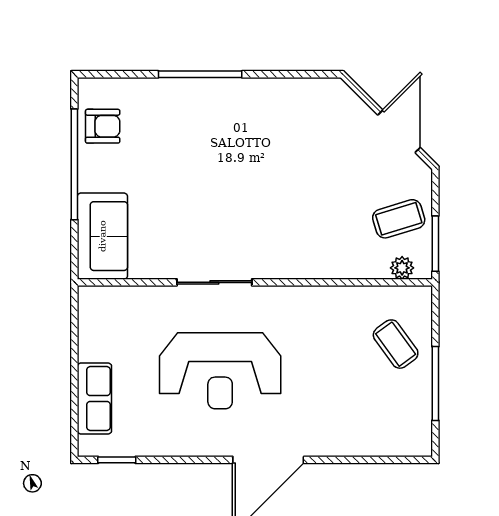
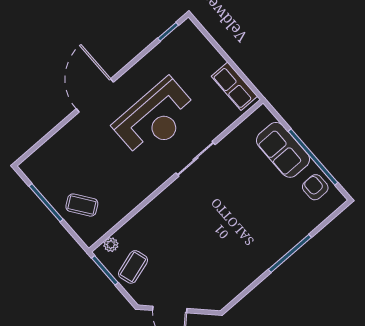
armchair: (103, 126) -> (315, 187), turned 90
sofa: (102, 236) -> (283, 150), moved
reception desk: (220, 371) -> (156, 118), turned 180
row of seats: (94, 399) -> (234, 86), moved

